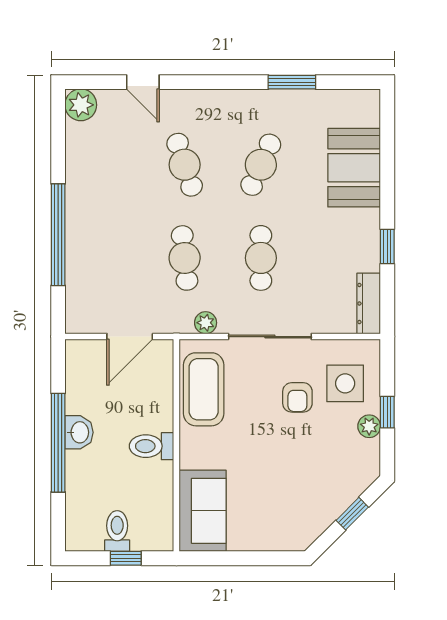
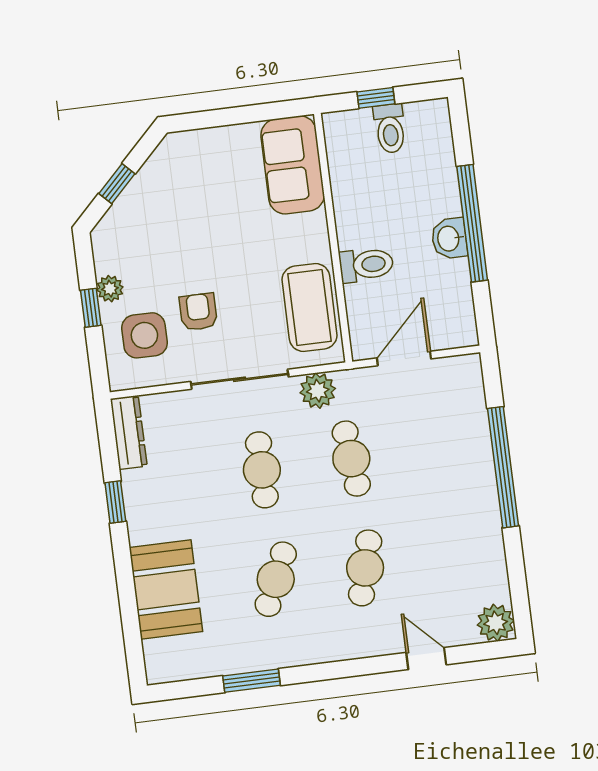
cafe table: (185, 165) -> (365, 568), turned 33
plant: (206, 323) -> (318, 391), width x1.38, depth x1.38
toilet: (152, 446) -> (366, 265), moved

